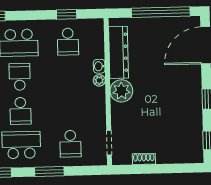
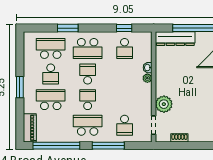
dresser: (118, 52) -> (175, 39), moved, turned 90
plant: (121, 91) -> (164, 104), moved
school desk: (20, 111) -> (88, 100), turned 180
window: (49, 171) -> (108, 146), width x1.44

